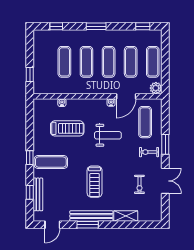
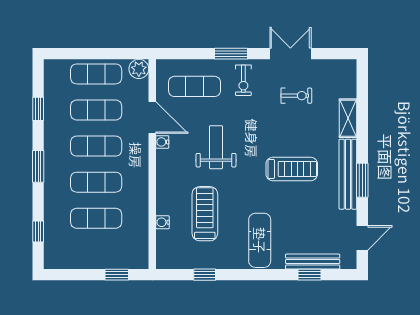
window: (143, 26) -> (38, 109), moved
window: (30, 158) -> (205, 275), moved
door: (52, 225) -> (362, 238), hinge flipped

